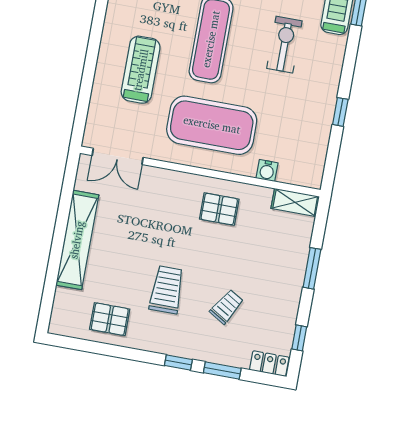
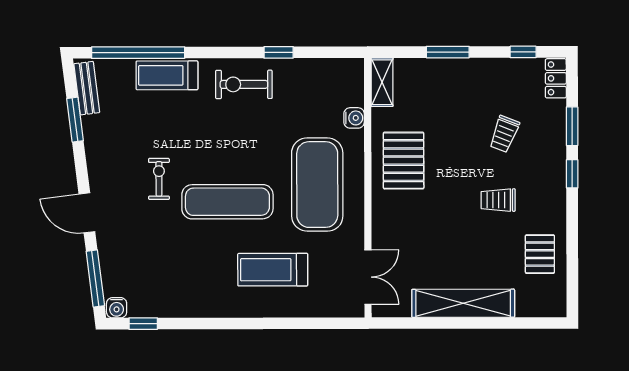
exercise bike: (284, 45) -> (244, 84), moved
pallet: (219, 209) -> (404, 161), width x1.50, depth x1.42
trolley: (167, 290) -> (498, 200), width x0.73, depth x0.72
trolley: (227, 307) -> (504, 134), turned -100

